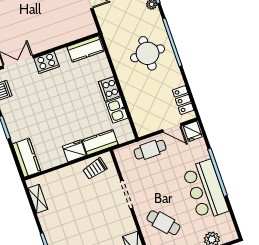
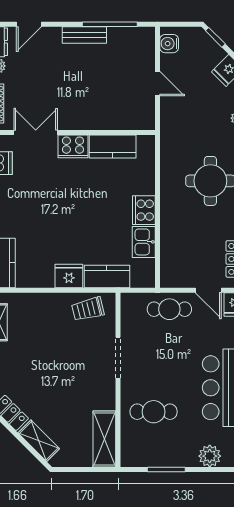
kitchen counter: (85, 49) -> (113, 147), moved
cafe table: (163, 223) -> (154, 412), turned -48

